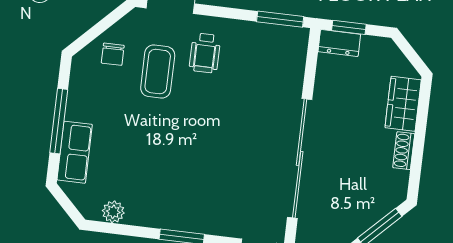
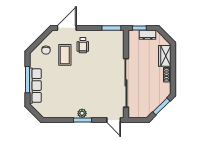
dresser: (339, 43) -> (147, 35), moved
row of seats: (75, 152) -> (35, 86), width x1.48
plant: (113, 212) -> (82, 113), moved

